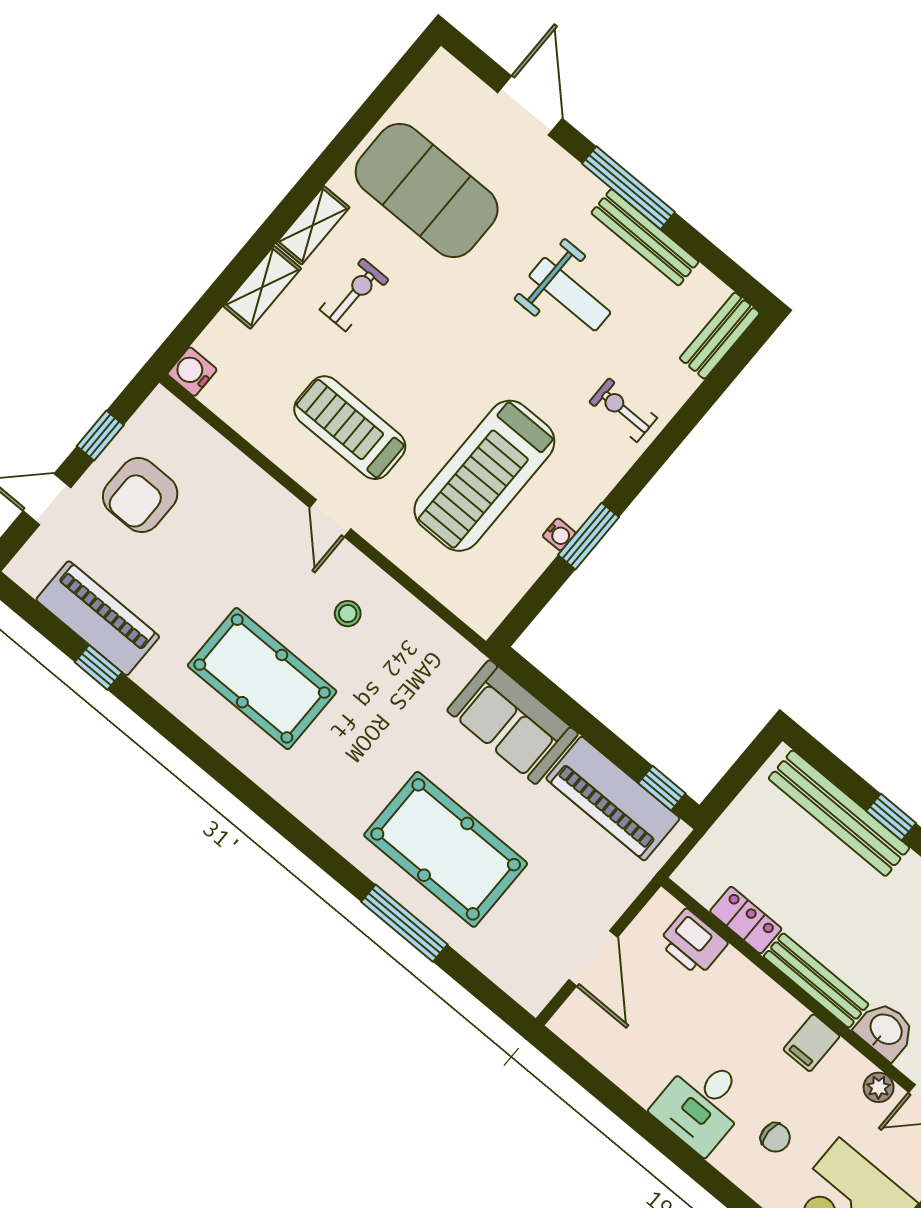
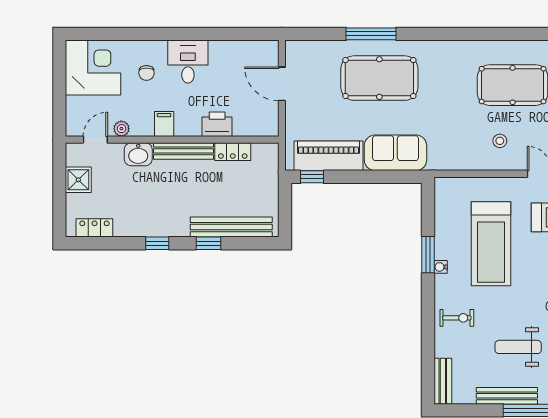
treadmill: (484, 476) -> (491, 244), turned 180
water cooler: (559, 534) -> (441, 267), moved
printer: (693, 943) -> (217, 124), moved
chair: (775, 1138) -> (146, 73), turned -90

